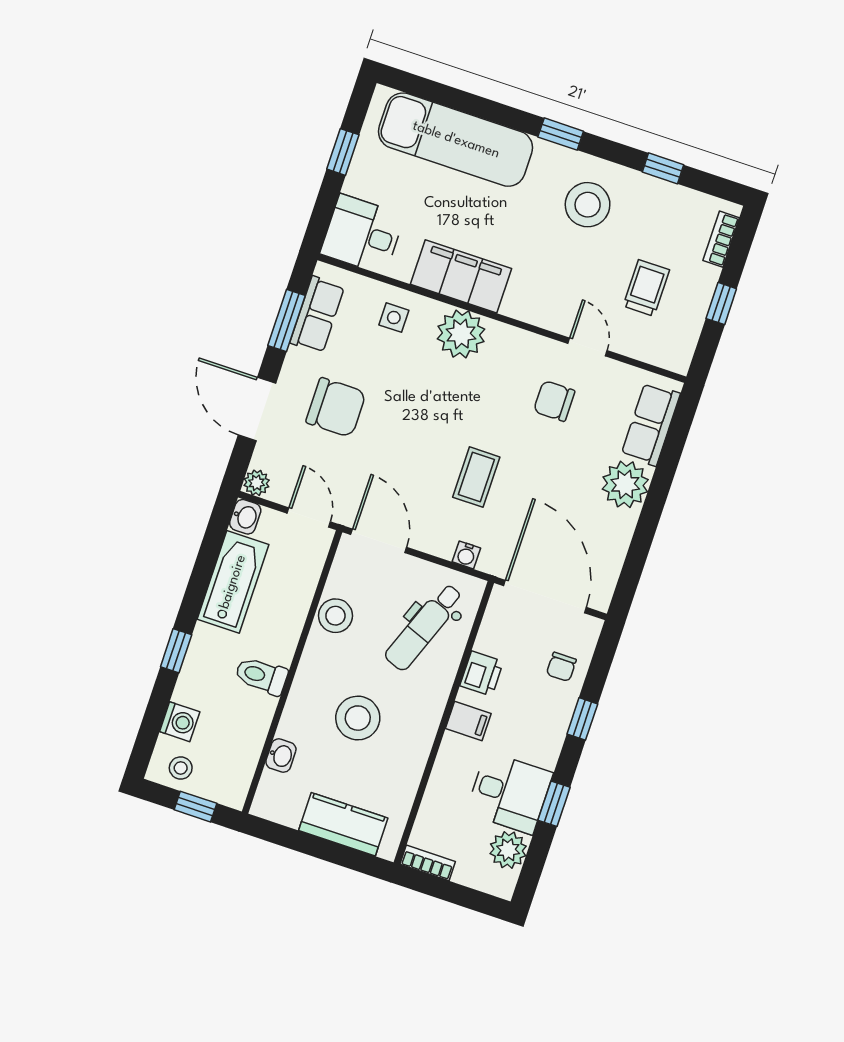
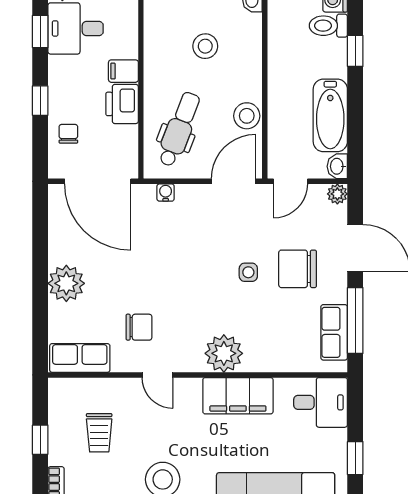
side table: (394, 318) -> (248, 272), moved
window: (287, 321) -> (355, 320), width x1.44
door: (587, 347) -> (157, 375), moved
row of seats: (651, 424) -> (80, 358), moved, turned -90
coffee table: (476, 477) -> (177, 252), removed
door: (309, 517) -> (290, 181), hinge flipped
door: (379, 541) -> (233, 181), swing flipped
printer: (482, 674) -> (122, 104), width x1.36, depth x1.24
toilet: (261, 676) -> (328, 26), moved, turned 180
stool: (358, 718) -> (205, 46), width x0.73, depth x0.73

